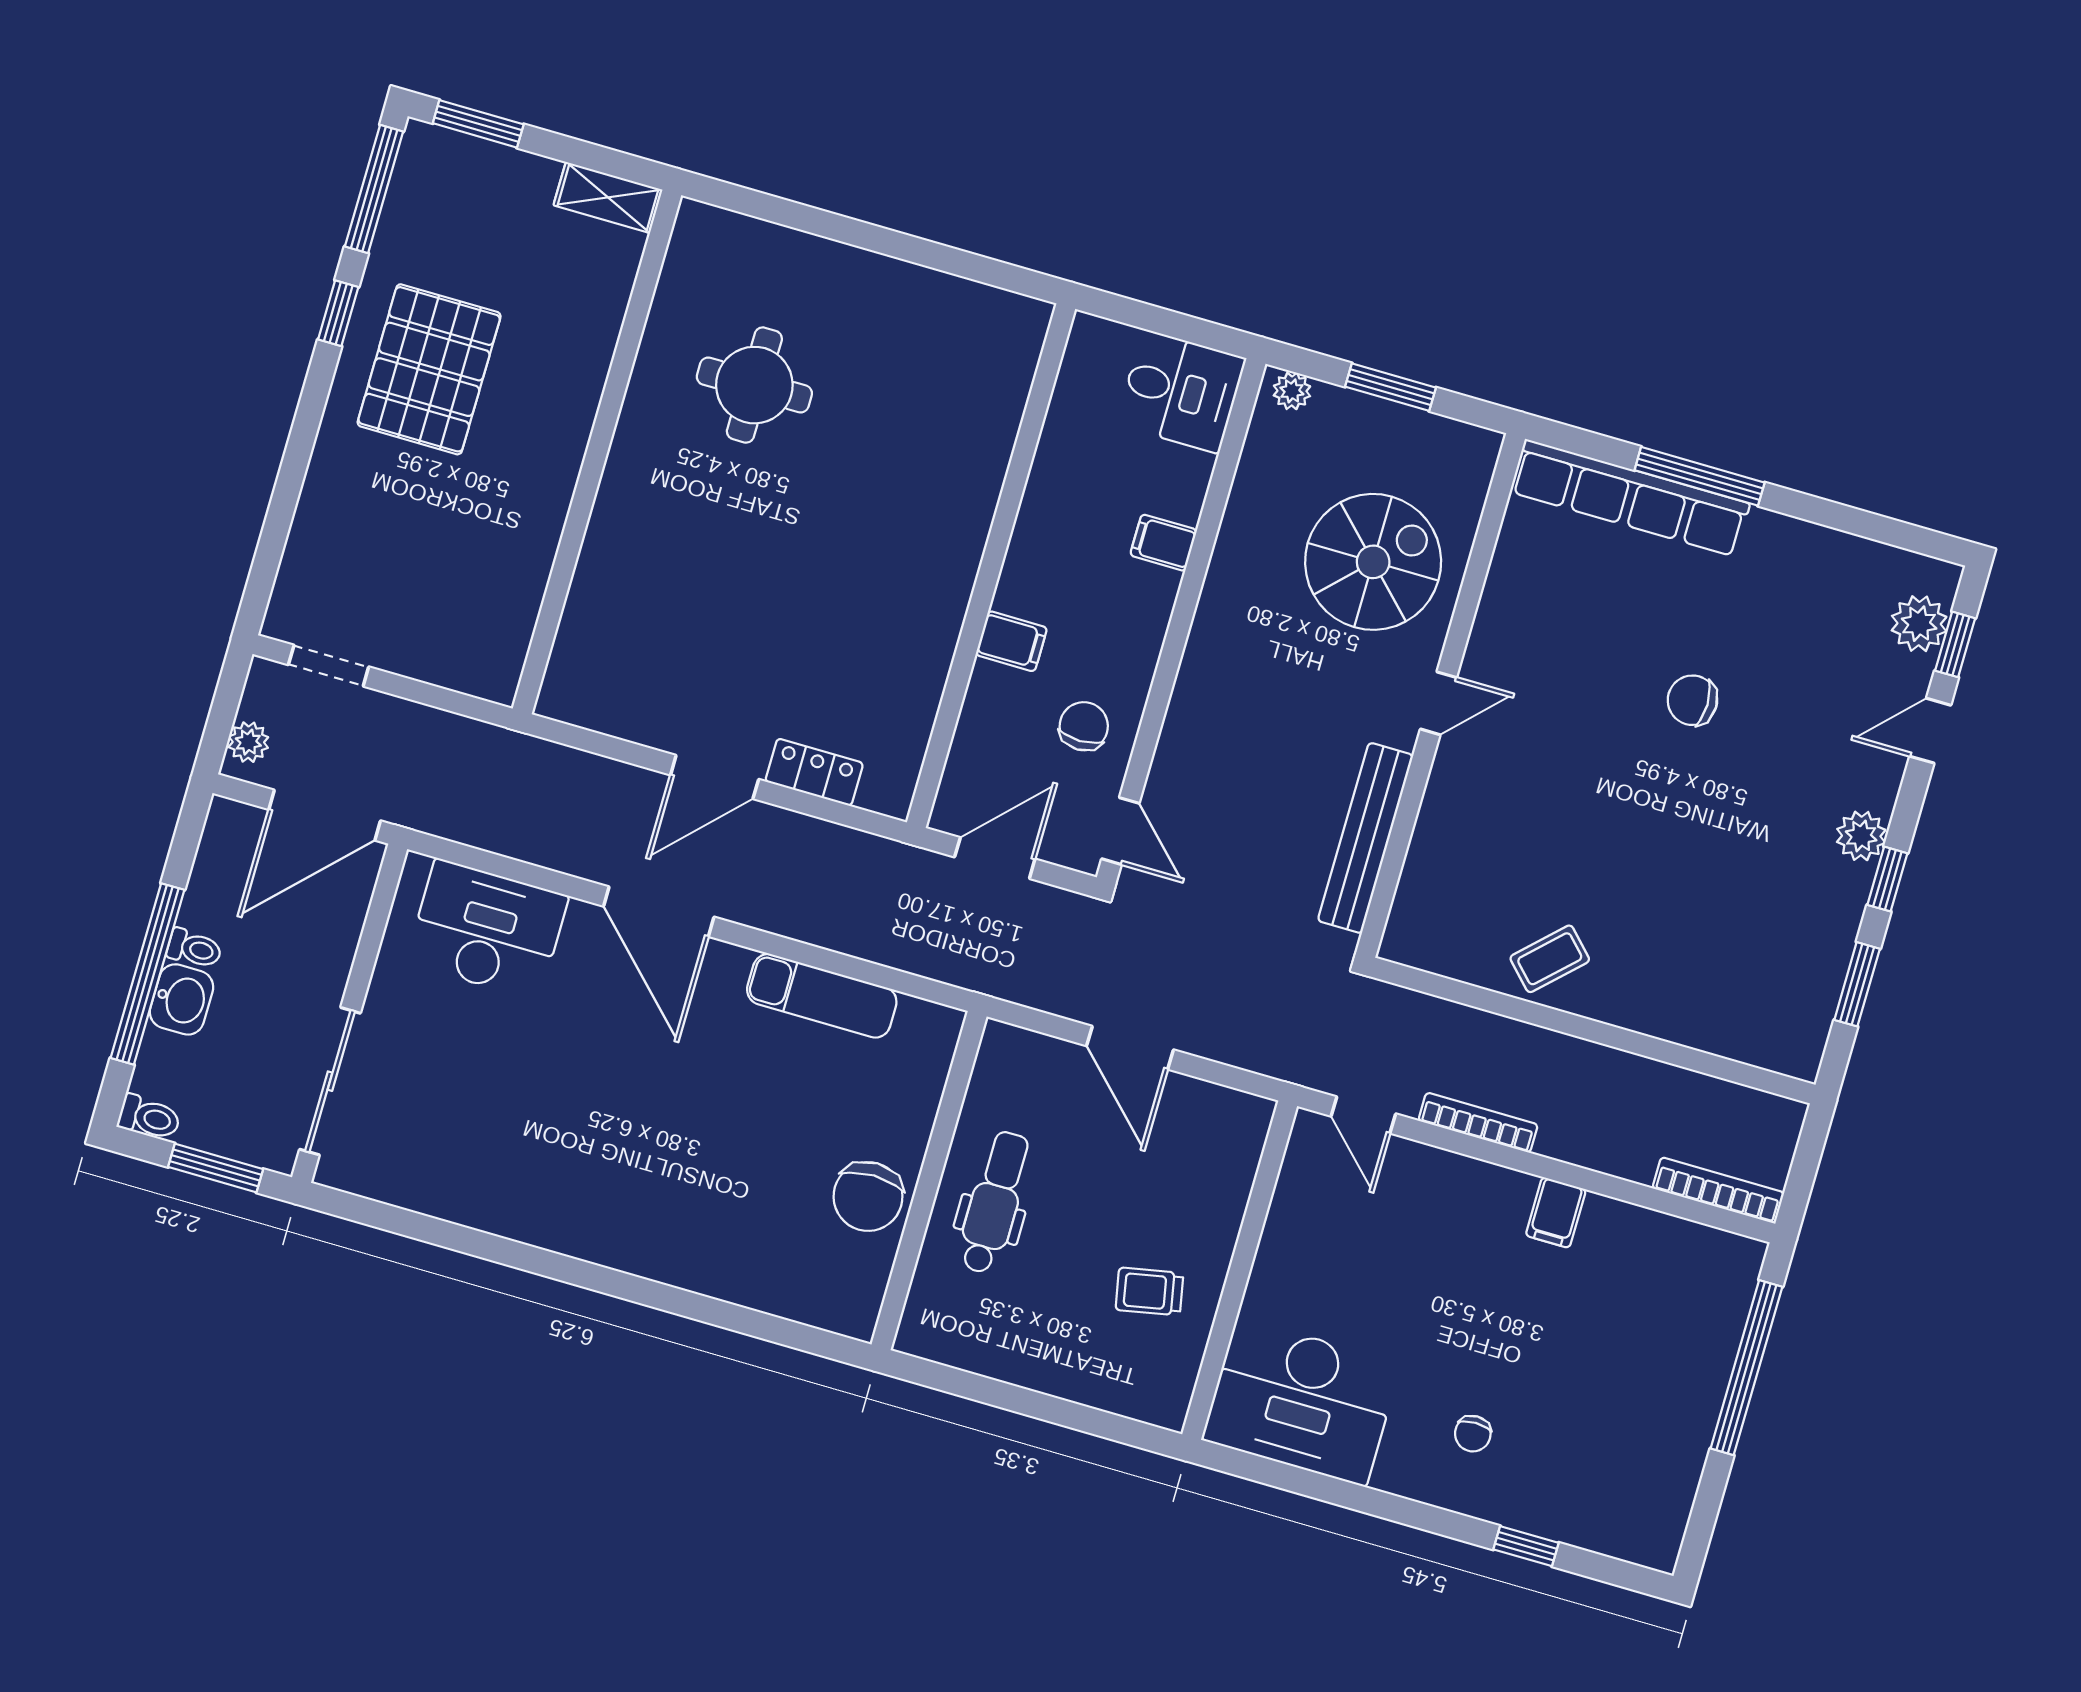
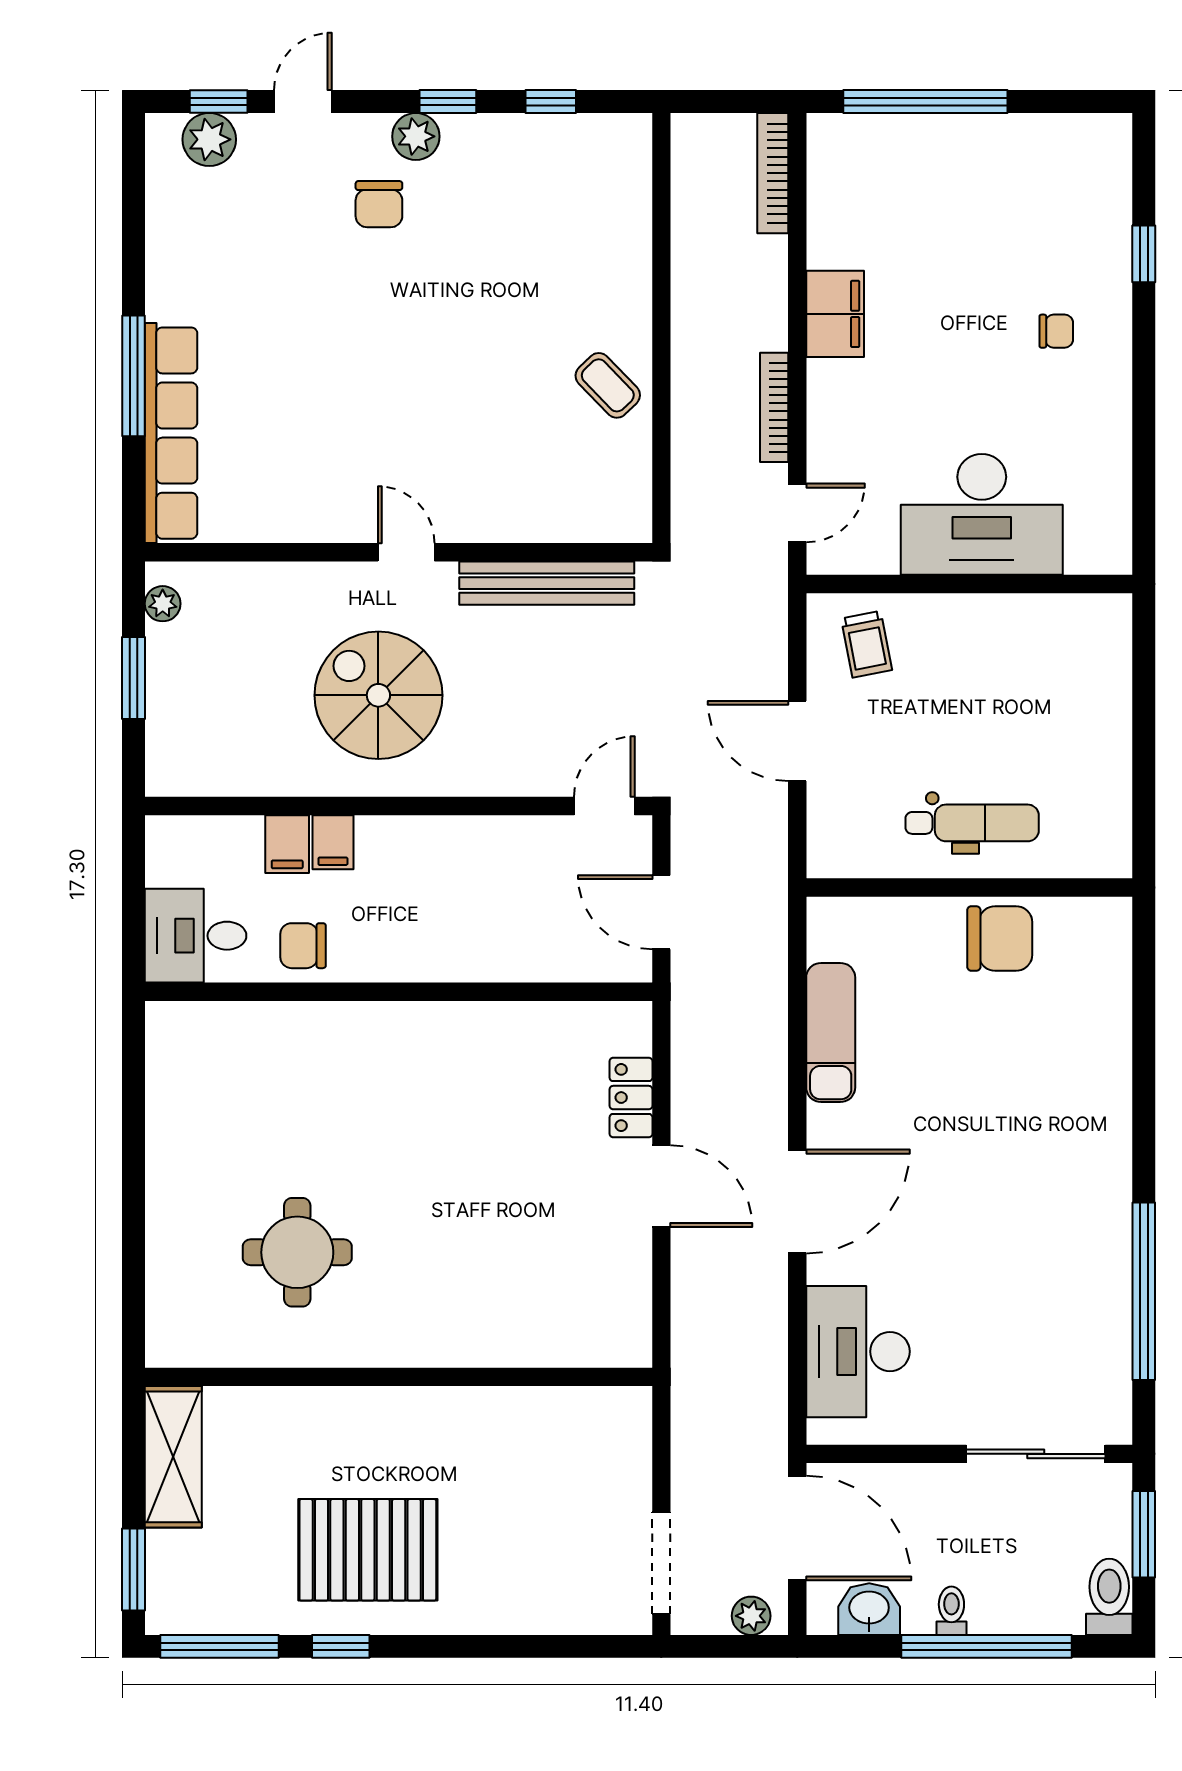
shelving: (608, 197) -> (173, 1457), width x1.50, depth x1.33
desk: (1181, 391) -> (196, 936), moved, turned -90
plant: (1292, 391) -> (163, 604), moved
spiral stairs: (1373, 562) -> (378, 695), moved
filing cabinet: (1011, 641) -> (287, 844), moved, turned 180
doorway: (329, 666) -> (661, 1563), width x1.38
chair: (1692, 700) -> (379, 204), moved
chair: (1084, 726) -> (303, 946), moved
door: (1930, 731) -> (303, 102), swing flipped
window: (1857, 984) -> (551, 102), width x0.67
washbasin: (182, 999) -> (869, 1609), moved
door: (1130, 1048) -> (797, 741), swing flipped
toilet: (149, 1117) -> (1109, 1597), width x1.37, depth x1.39
dental chair: (994, 1202) -> (972, 823), turned 180
filing cabinet: (1556, 1212) -> (835, 314), width x2.00
window: (464, 1240) -> (1144, 1291), added
trolley: (1149, 1291) -> (867, 644), moved
desk: (1301, 1402) -> (982, 514), moved, turned 90

